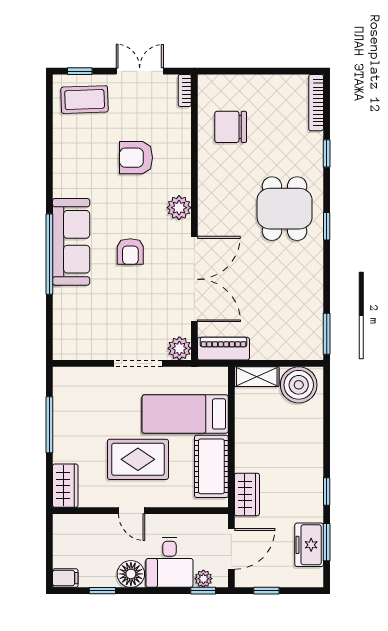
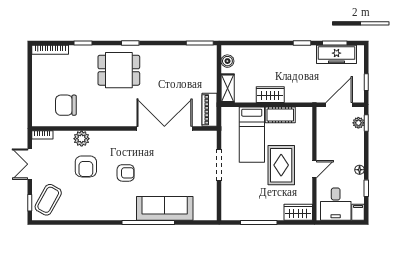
coffee table: (85, 100) -> (48, 200), turned 31
chair: (231, 127) -> (66, 105), turned 90
plant: (179, 208) -> (82, 139), moved
sofa: (71, 242) -> (165, 208), moved
armchair: (130, 251) -> (126, 173), moved
plant: (179, 348) -> (209, 138), removed
boiler: (299, 385) -> (227, 61), width x0.54, depth x0.54
cot: (211, 466) -> (280, 115), width x0.73, depth x0.75
wardrobe: (247, 494) -> (270, 95), moved
freezer: (309, 545) -> (337, 54), width x1.40
door: (231, 549) -> (339, 105), hinge flipped
desk: (170, 562) -> (336, 204), moved, turned 90
floor lamp: (131, 574) -> (360, 170), width x0.53, depth x0.53

